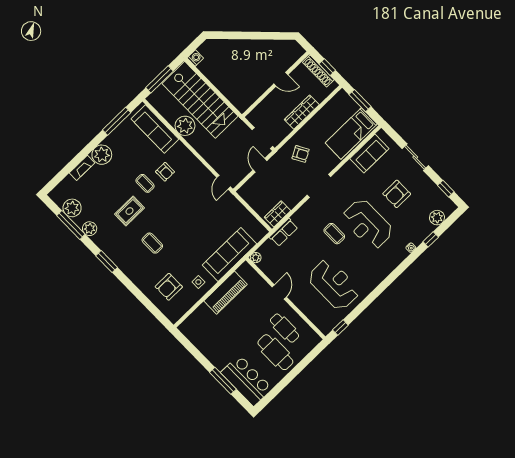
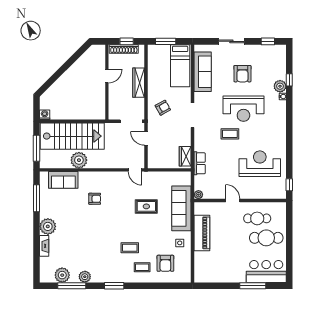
sofa: (155, 129) -> (63, 180), width x0.73
sofa: (369, 154) -> (203, 72), width x1.36
coffee table: (145, 183) -> (142, 267), moved
rug: (129, 211) -> (146, 206), moved, turned 90
plant: (437, 218) -> (280, 86), moved

